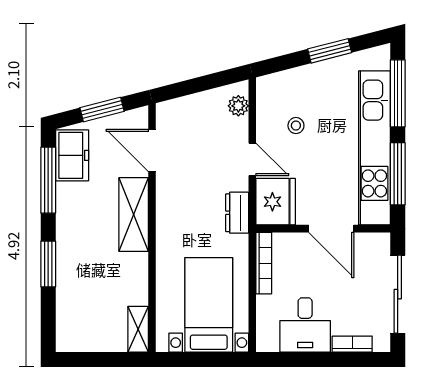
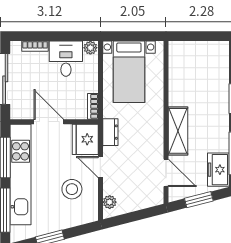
stool: (296, 126) -> (72, 189), width x1.89, depth x1.89
bookcase: (264, 263) -> (93, 106), width x0.64
shelving: (138, 329) -> (175, 56), removed
plant: (268, 342) -> (90, 48), added

